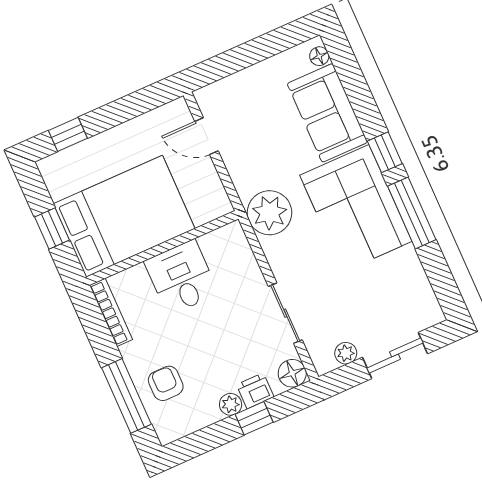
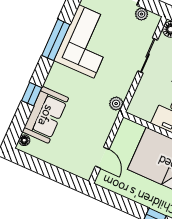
window: (385, 152) -> (32, 94), moved
corner sofa: (356, 208) -> (86, 41), moved
plant: (269, 213) -> (116, 104), width x0.53, depth x0.53

